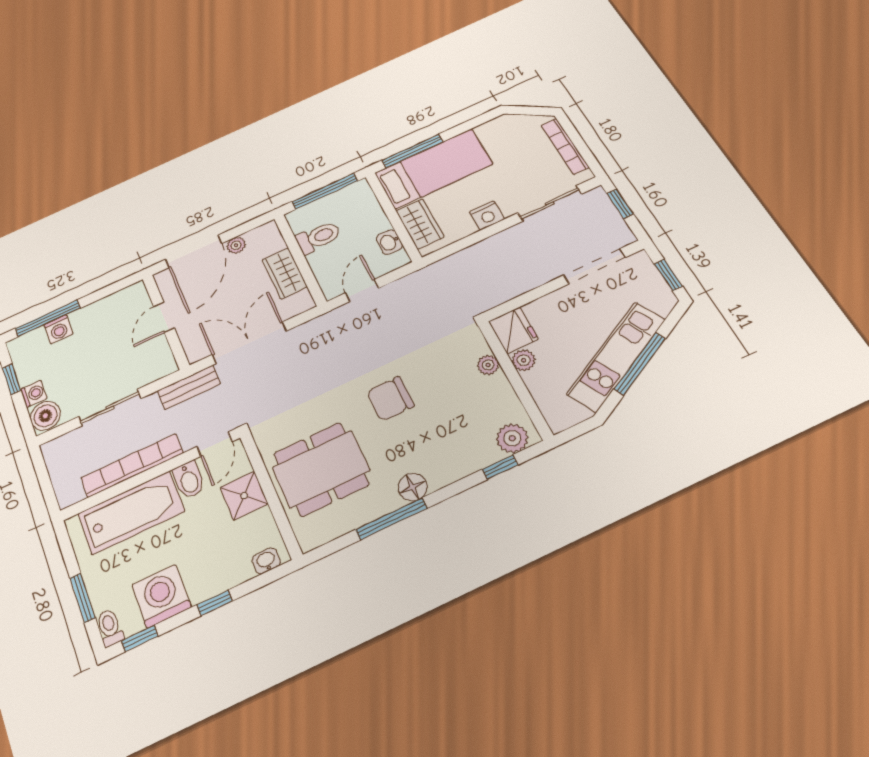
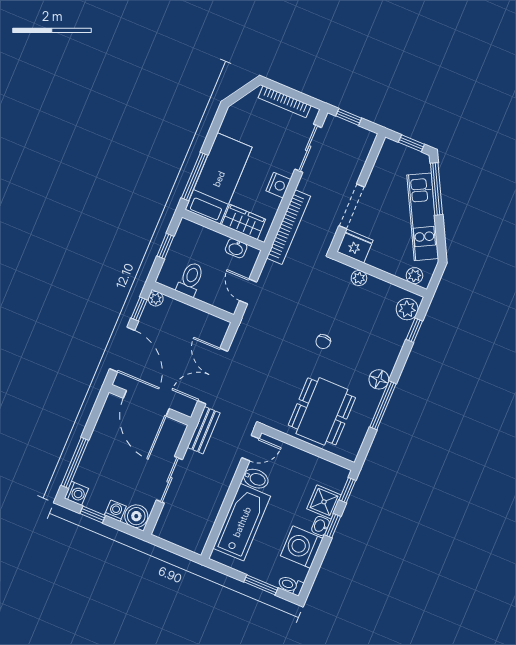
window: (325, 191) -> (165, 246), width x0.46
window: (245, 228) -> (139, 309), added
plant: (236, 245) -> (156, 299), moved
doorway: (595, 266) -> (352, 206), moved
wardrobe: (284, 273) -> (192, 318), removed
door: (164, 317) -> (146, 403), width x1.87
washing machine: (59, 329) -> (76, 493), moved
plant: (524, 360) -> (414, 276), moved
window: (640, 364) -> (436, 189), moved
chair: (390, 399) -> (323, 342), width x0.54, depth x0.54
door: (214, 444) -> (251, 448), hinge flipped
bookcase: (132, 465) -> (288, 227), moved, turned 180
shower: (244, 496) -> (324, 502), moved
washbasin: (266, 561) -> (320, 526), moved
window: (140, 638) -> (347, 490), moved

